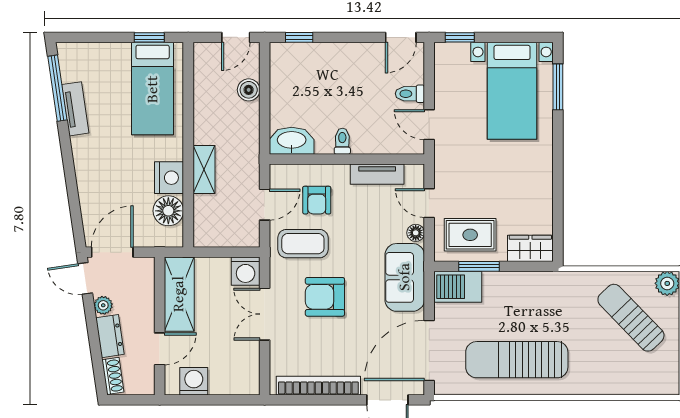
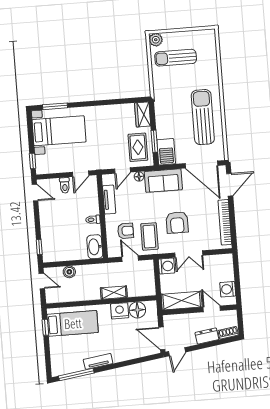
tv unit: (75, 109) -> (98, 361), moved
plant: (103, 305) -> (191, 341), removed
sun lounger: (631, 318) -> (176, 58), turned 44
sun lounger: (517, 360) -> (203, 117), turned 180

